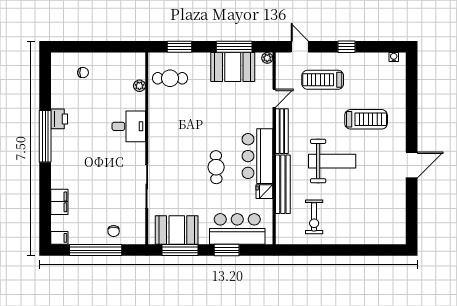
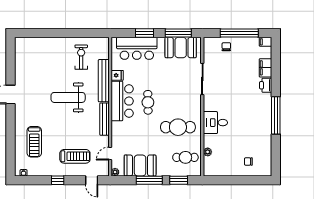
window: (234, 47) -> (149, 180), moved
door: (274, 98) -> (110, 154), moved
printer: (59, 119) -> (266, 85), moved
treadmill: (366, 119) -> (34, 142), moved, turned -90
cafe table: (180, 120) -> (178, 127), added
cafe table: (216, 167) -> (148, 102), moved

